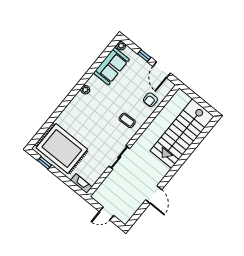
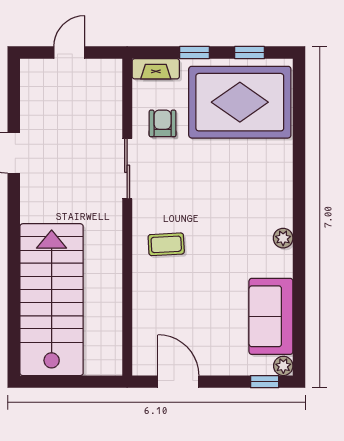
window: (144, 56) -> (265, 382), moved
armchair: (150, 100) -> (163, 123), moved
window: (64, 178) -> (194, 53), added

